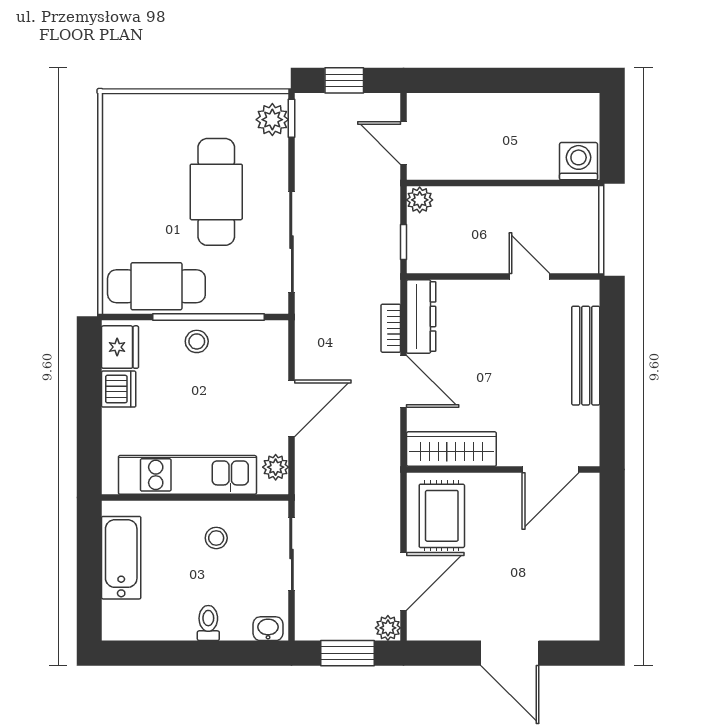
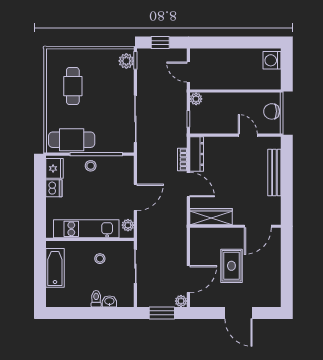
washing machine: (579, 161) -> (272, 60), moved, turned -90
cafe table: (216, 192) -> (73, 86), moved, width x0.73, depth x0.74
chair: (580, 226) -> (272, 111), added
rug: (442, 516) -> (231, 266), moved
washbasin: (268, 629) -> (109, 301), moved

